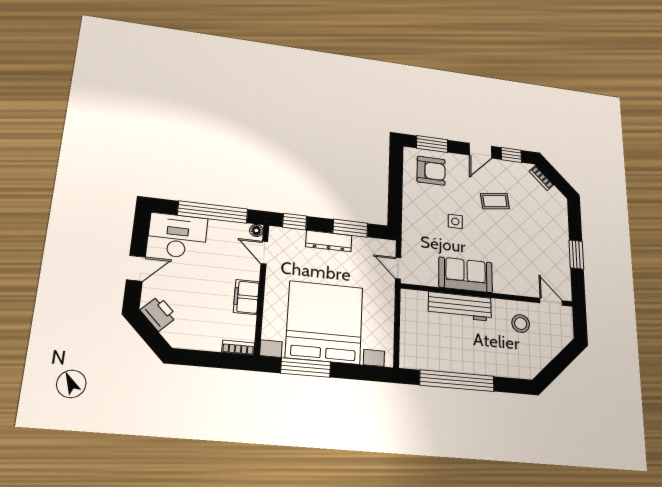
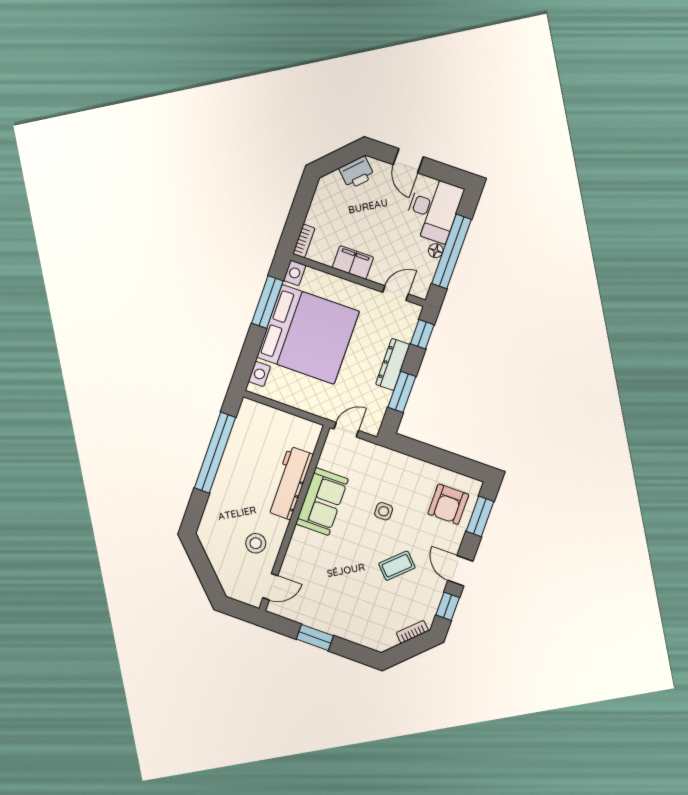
coffee table: (495, 201) -> (397, 566), turned 54
floor lamp: (256, 230) -> (436, 251), moved

